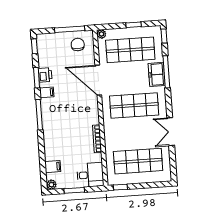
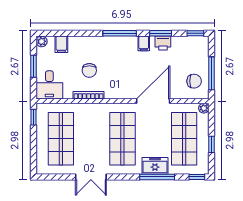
double door: (171, 132) -> (91, 177), swing flipped
chair: (75, 140) -> (89, 70), added

